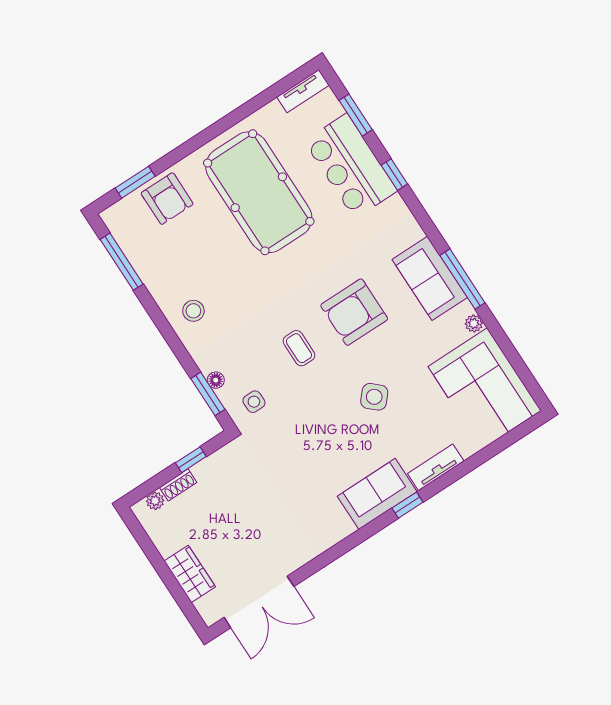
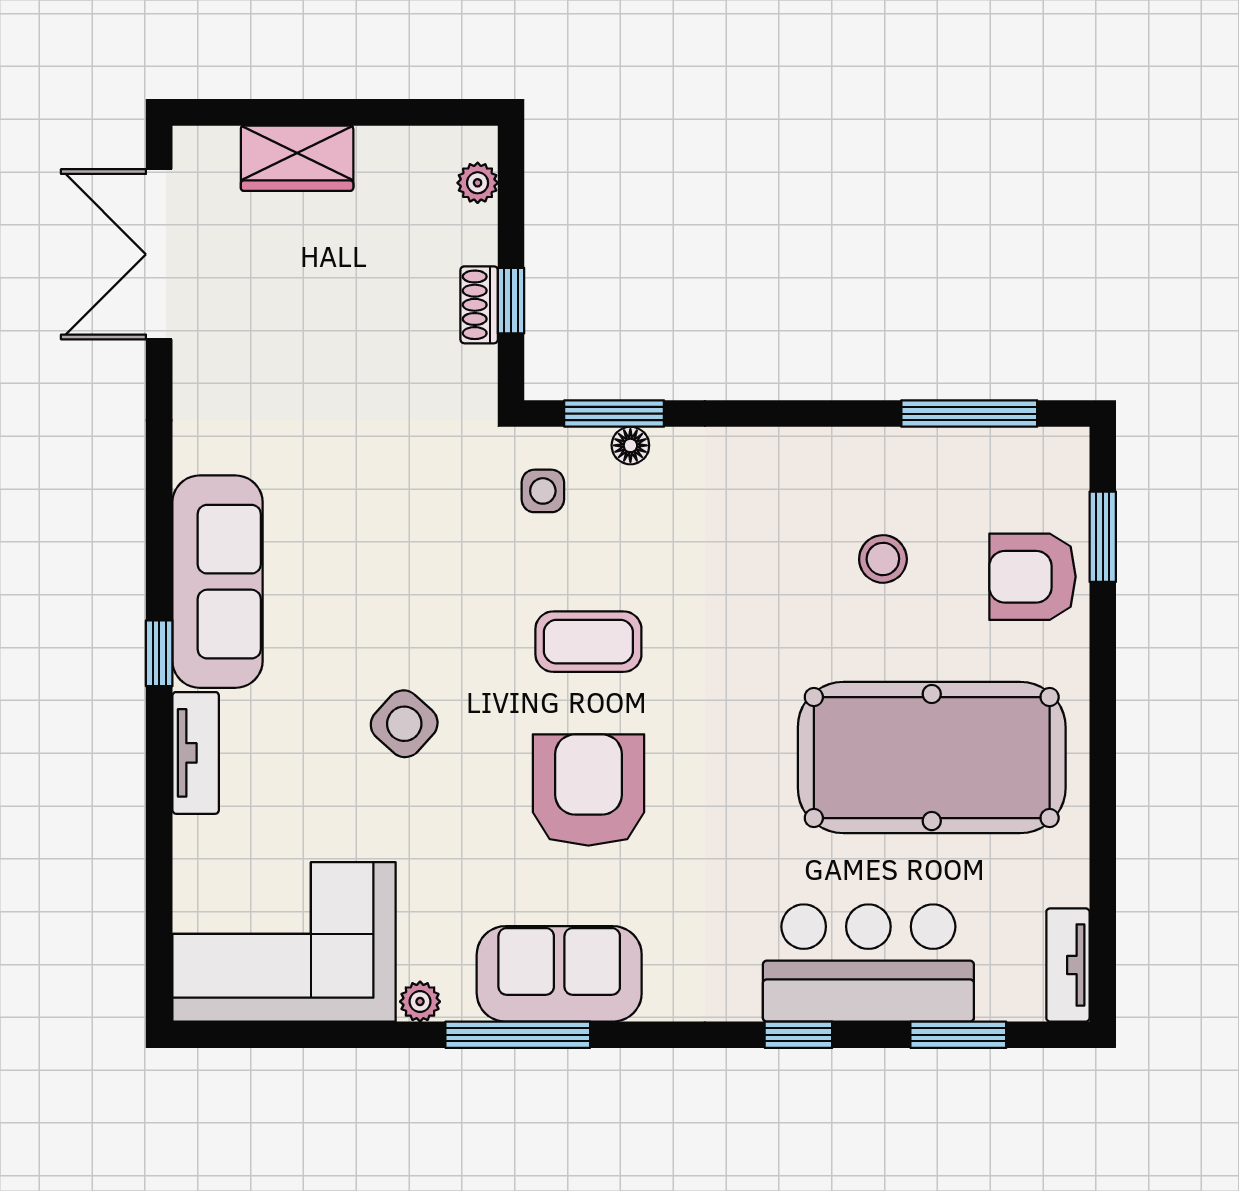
stool: (193, 311) -> (883, 559), moved
coffee table: (299, 348) -> (588, 642), width x1.36, depth x1.30
shoe rack: (178, 485) -> (479, 305), moved
sofa: (377, 494) -> (218, 582), width x1.36

